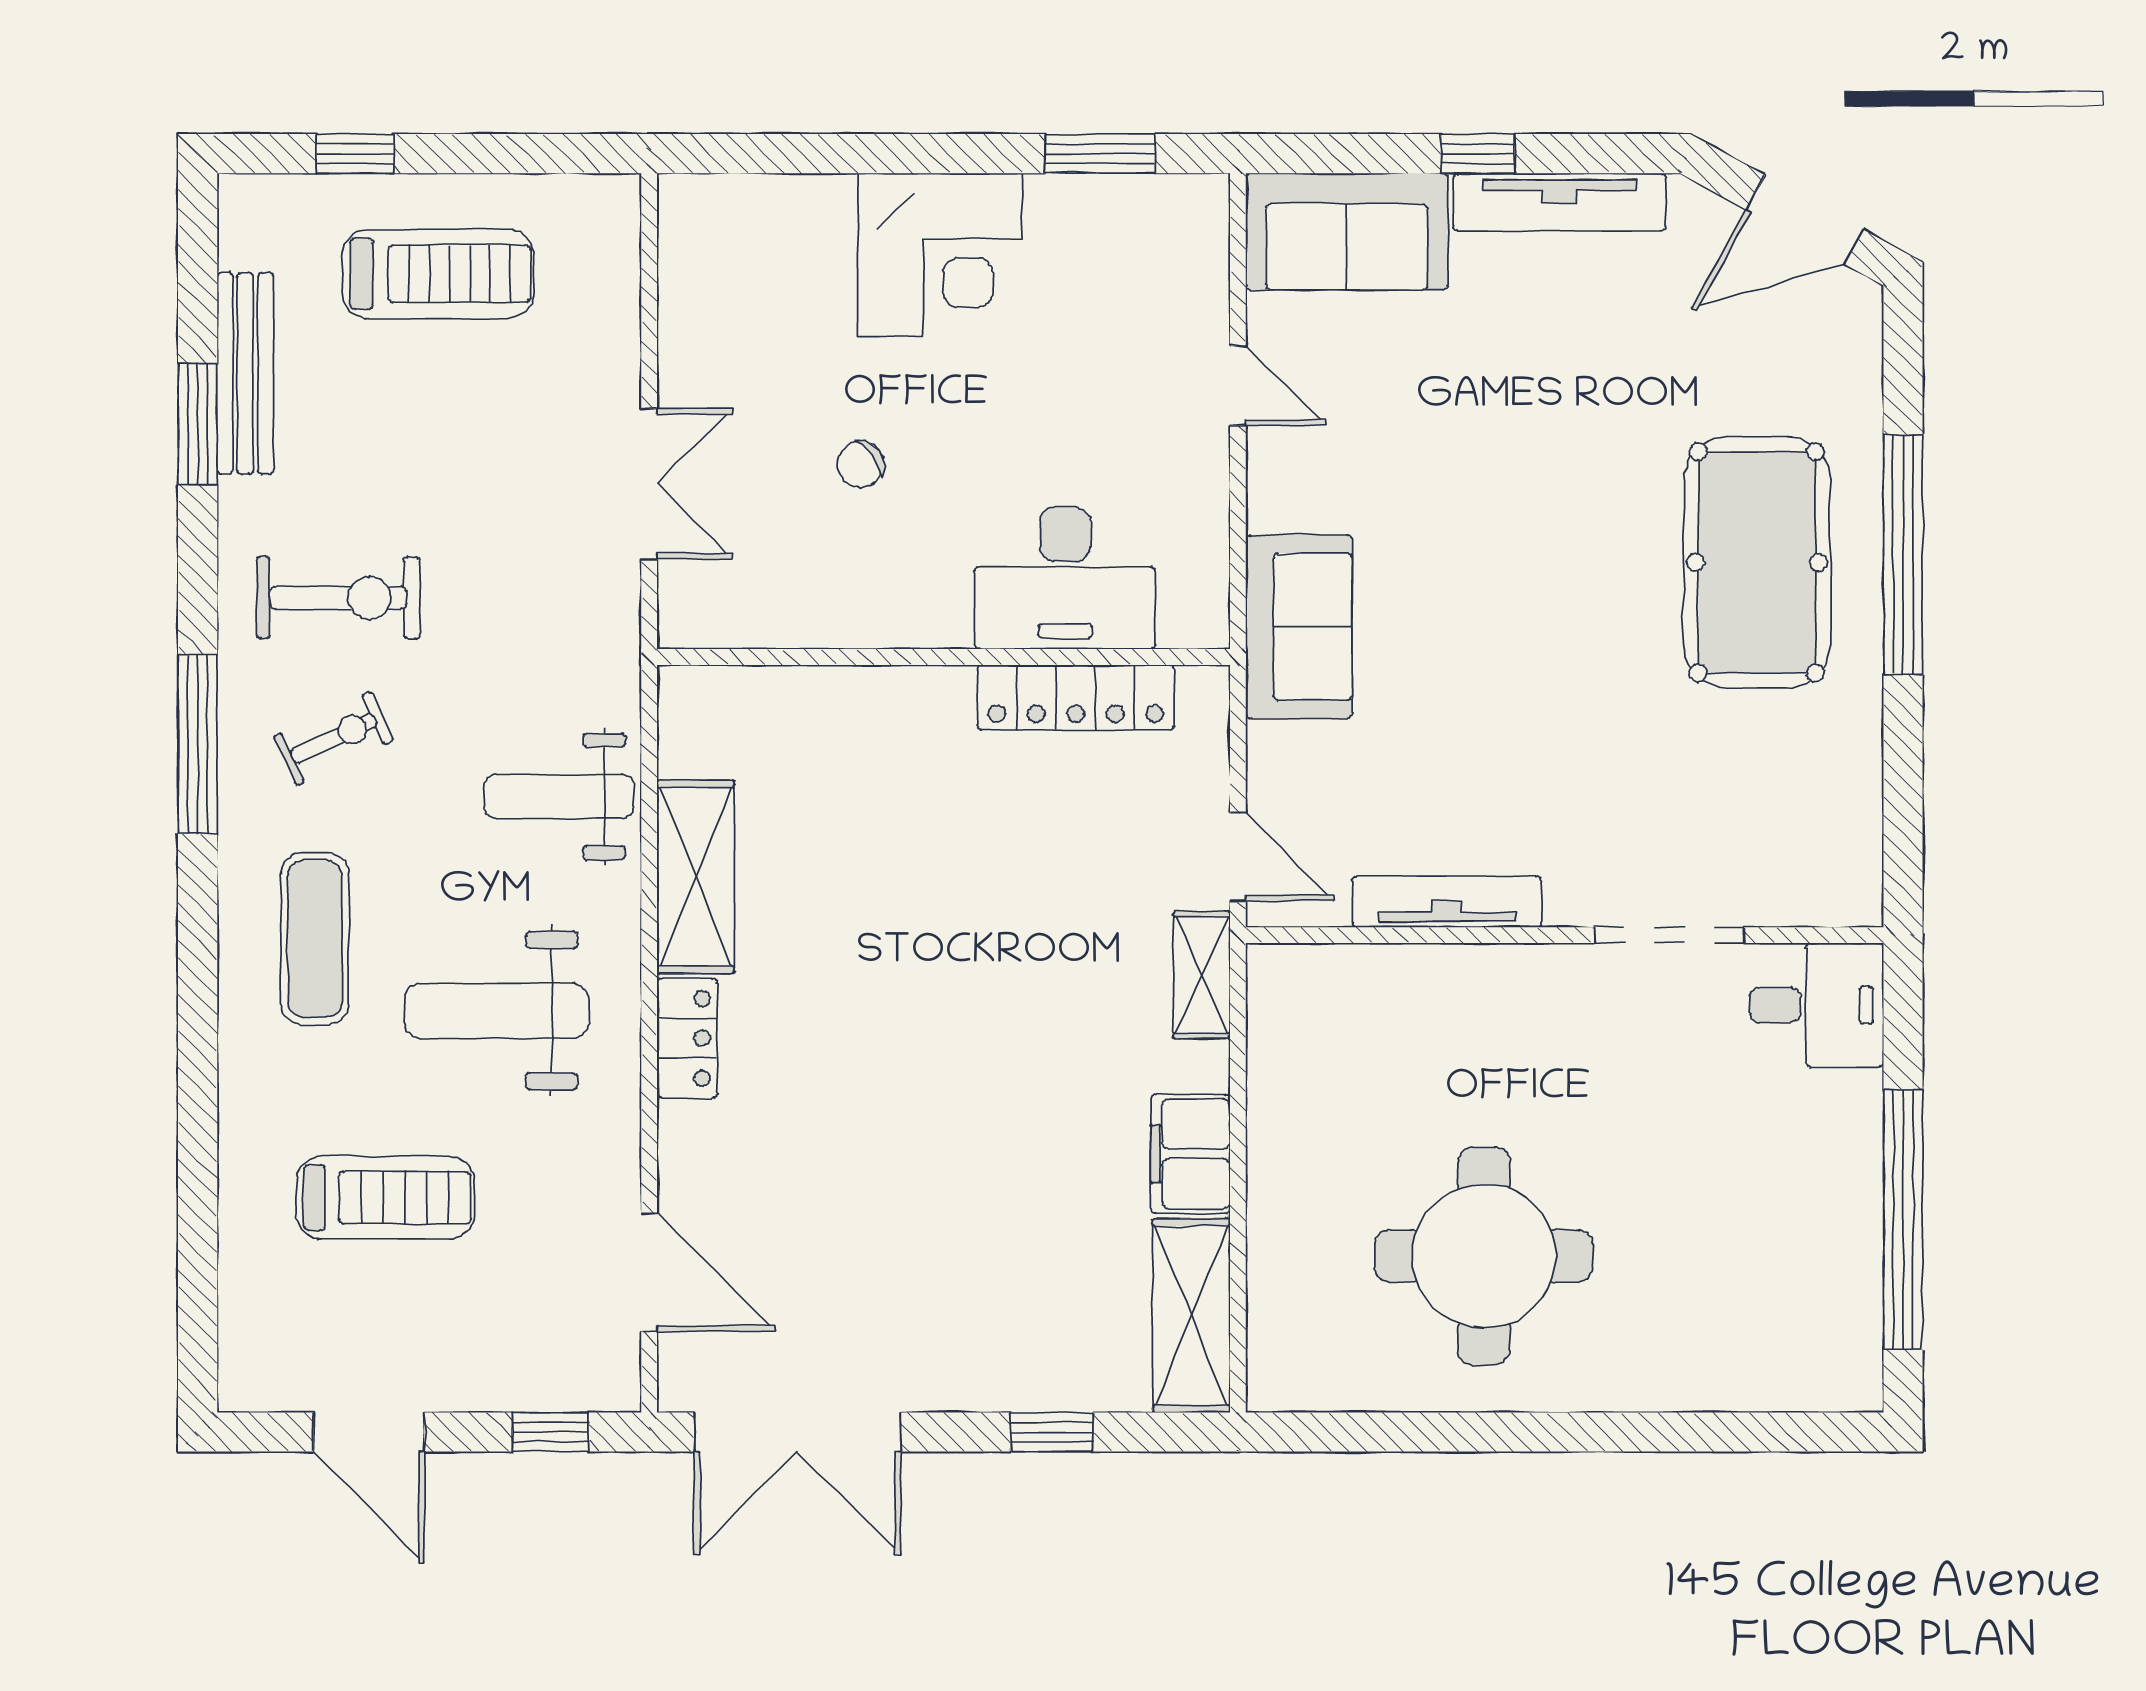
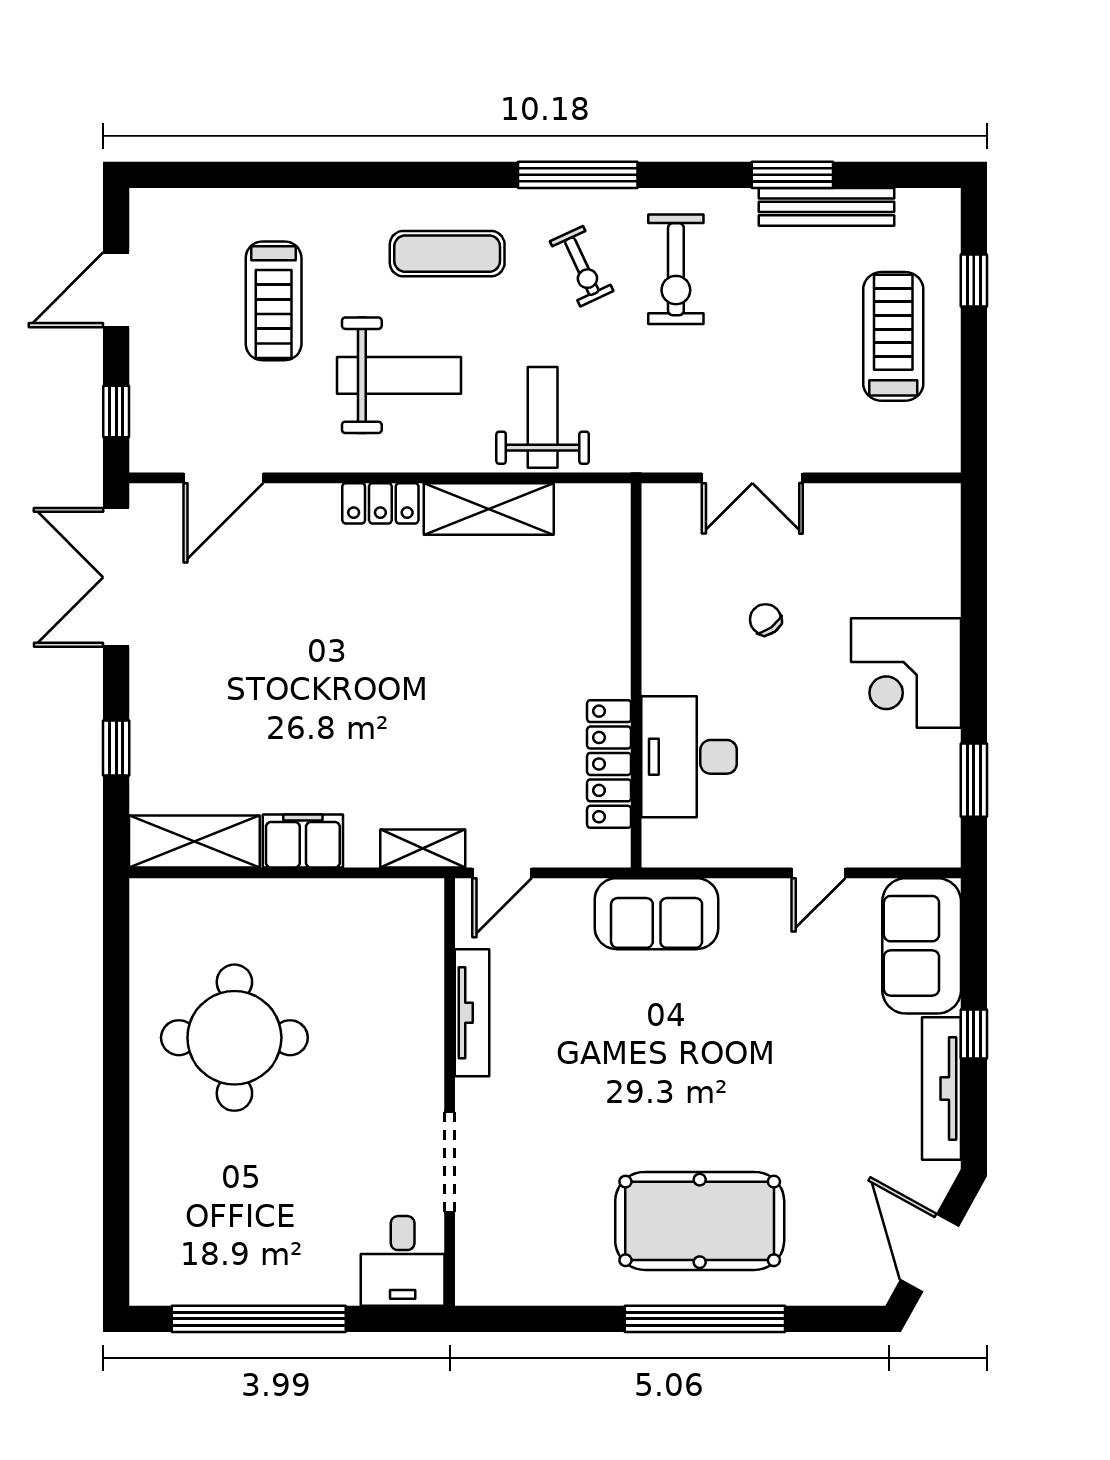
treadmill: (438, 274) -> (893, 336), turned 180
weight bench: (496, 1011) -> (399, 375), turned 90

